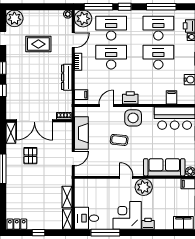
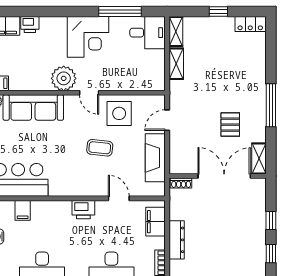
filing cabinet: (81, 95) -> (156, 222), width x2.00
door: (106, 106) -> (119, 198), swing flipped
side table: (133, 118) -> (119, 113), moved
printer: (148, 224) -> (30, 24), moved

